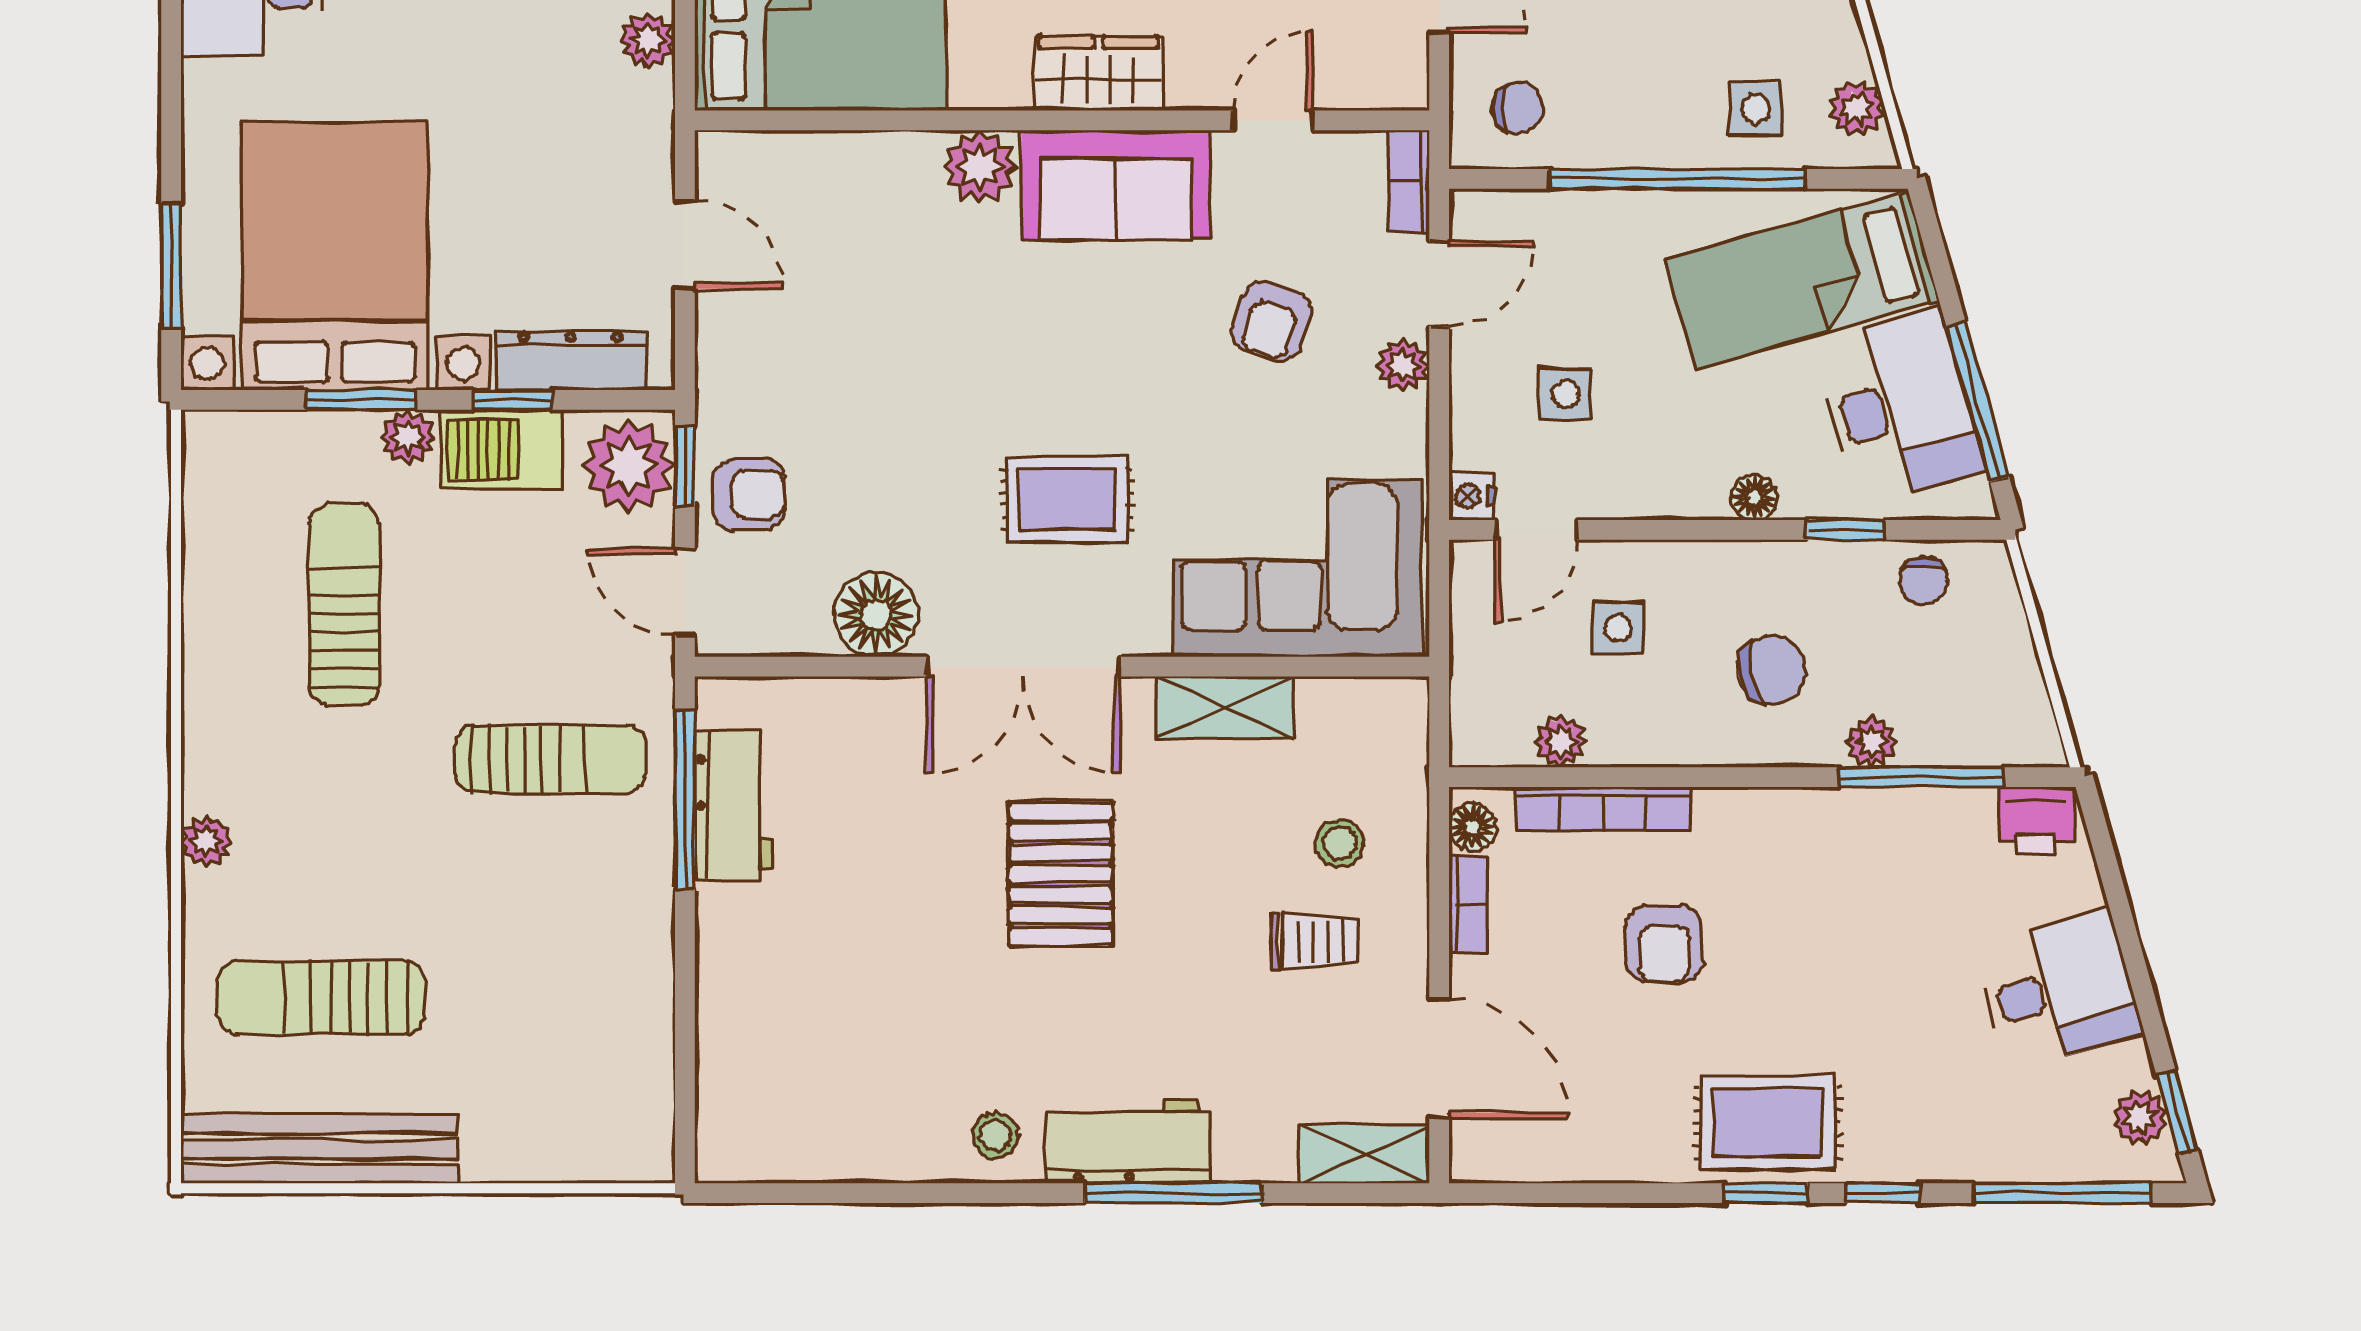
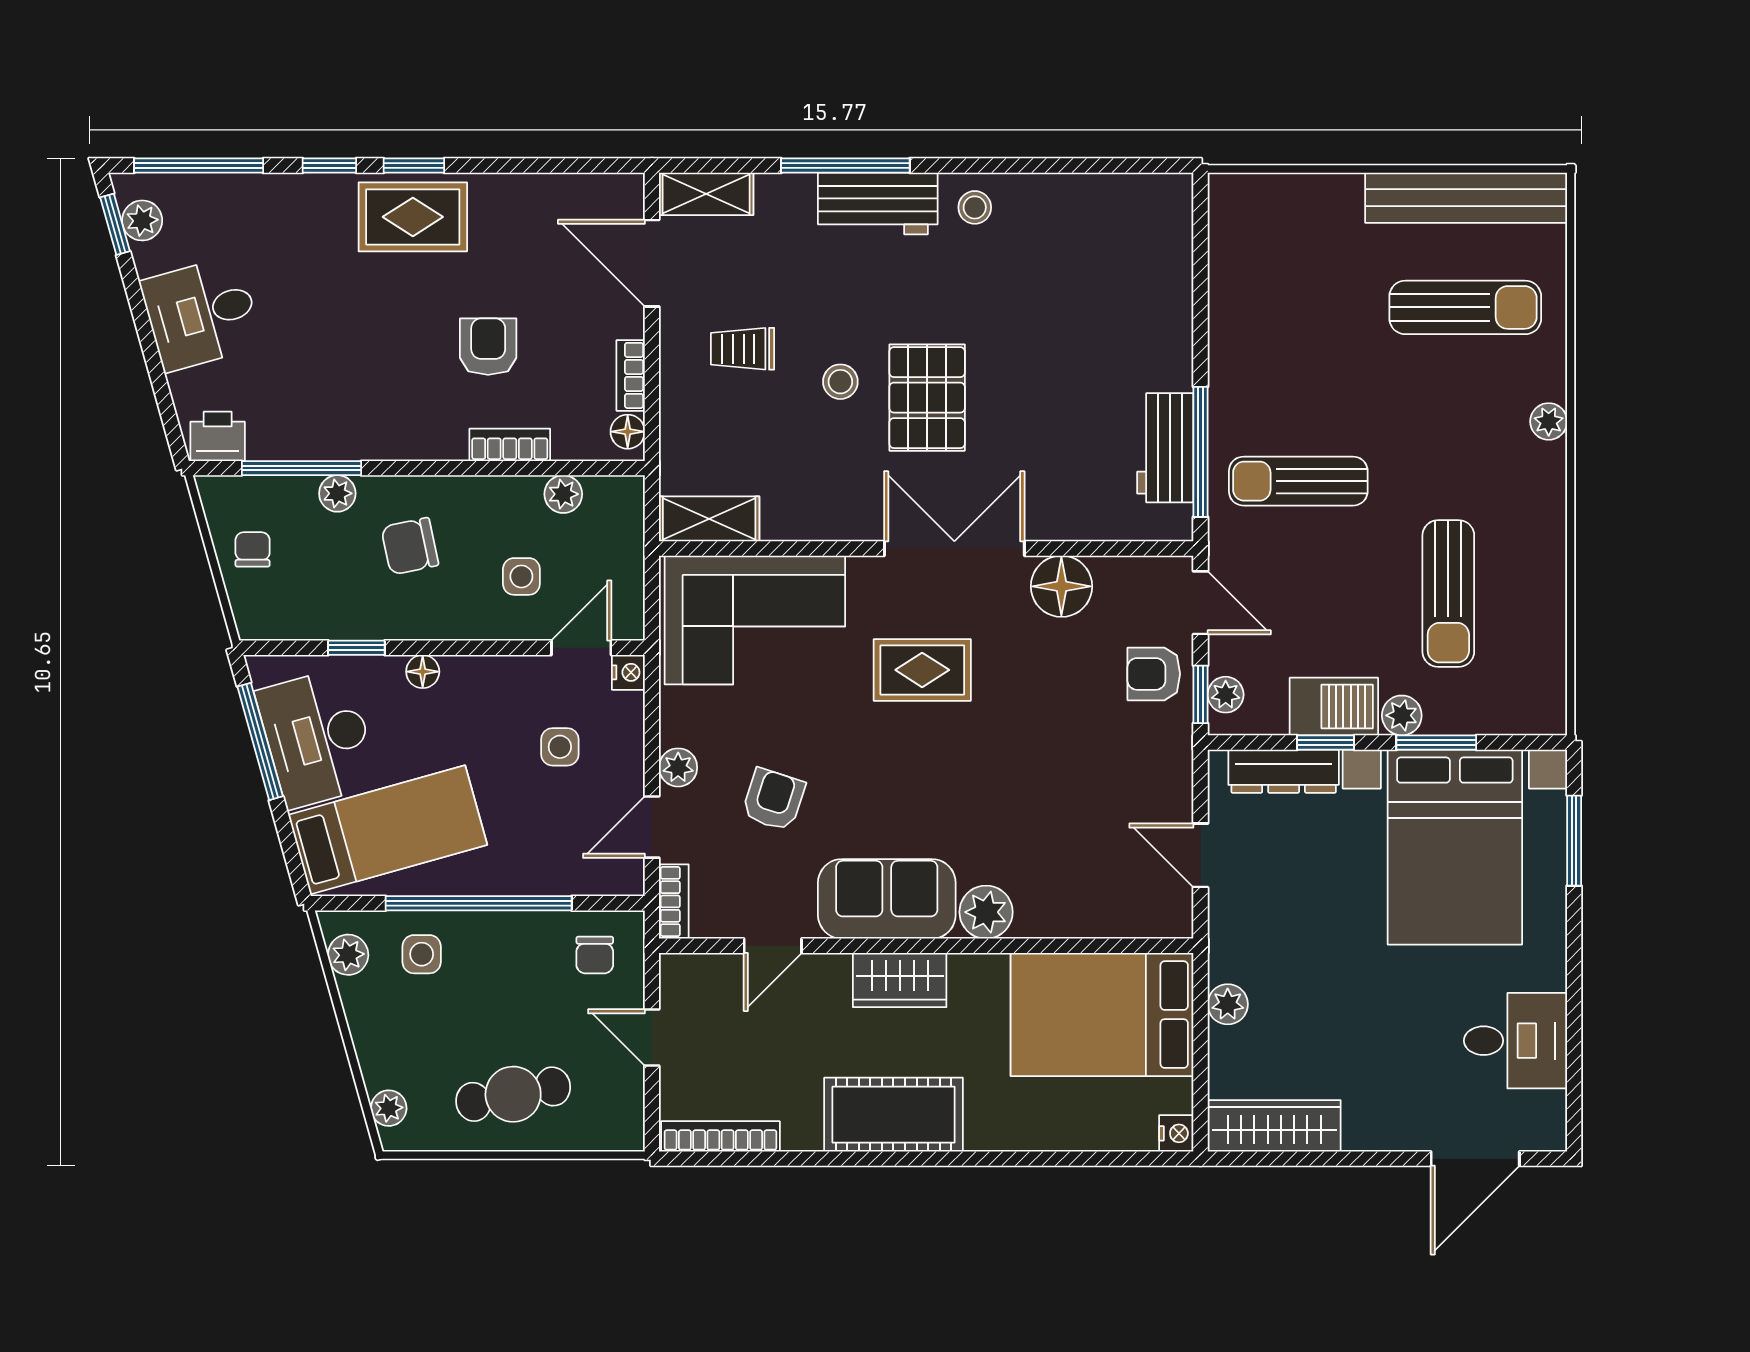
chair: (1518, 108) -> (595, 955), turned -90
plant: (629, 466) -> (1226, 695), width x0.53, depth x0.53
chair: (1924, 580) -> (253, 549), moved
shelving: (1225, 707) -> (709, 519), moved
bookcase: (1603, 809) -> (510, 445), width x0.64
stool: (1340, 843) -> (840, 382), moved

